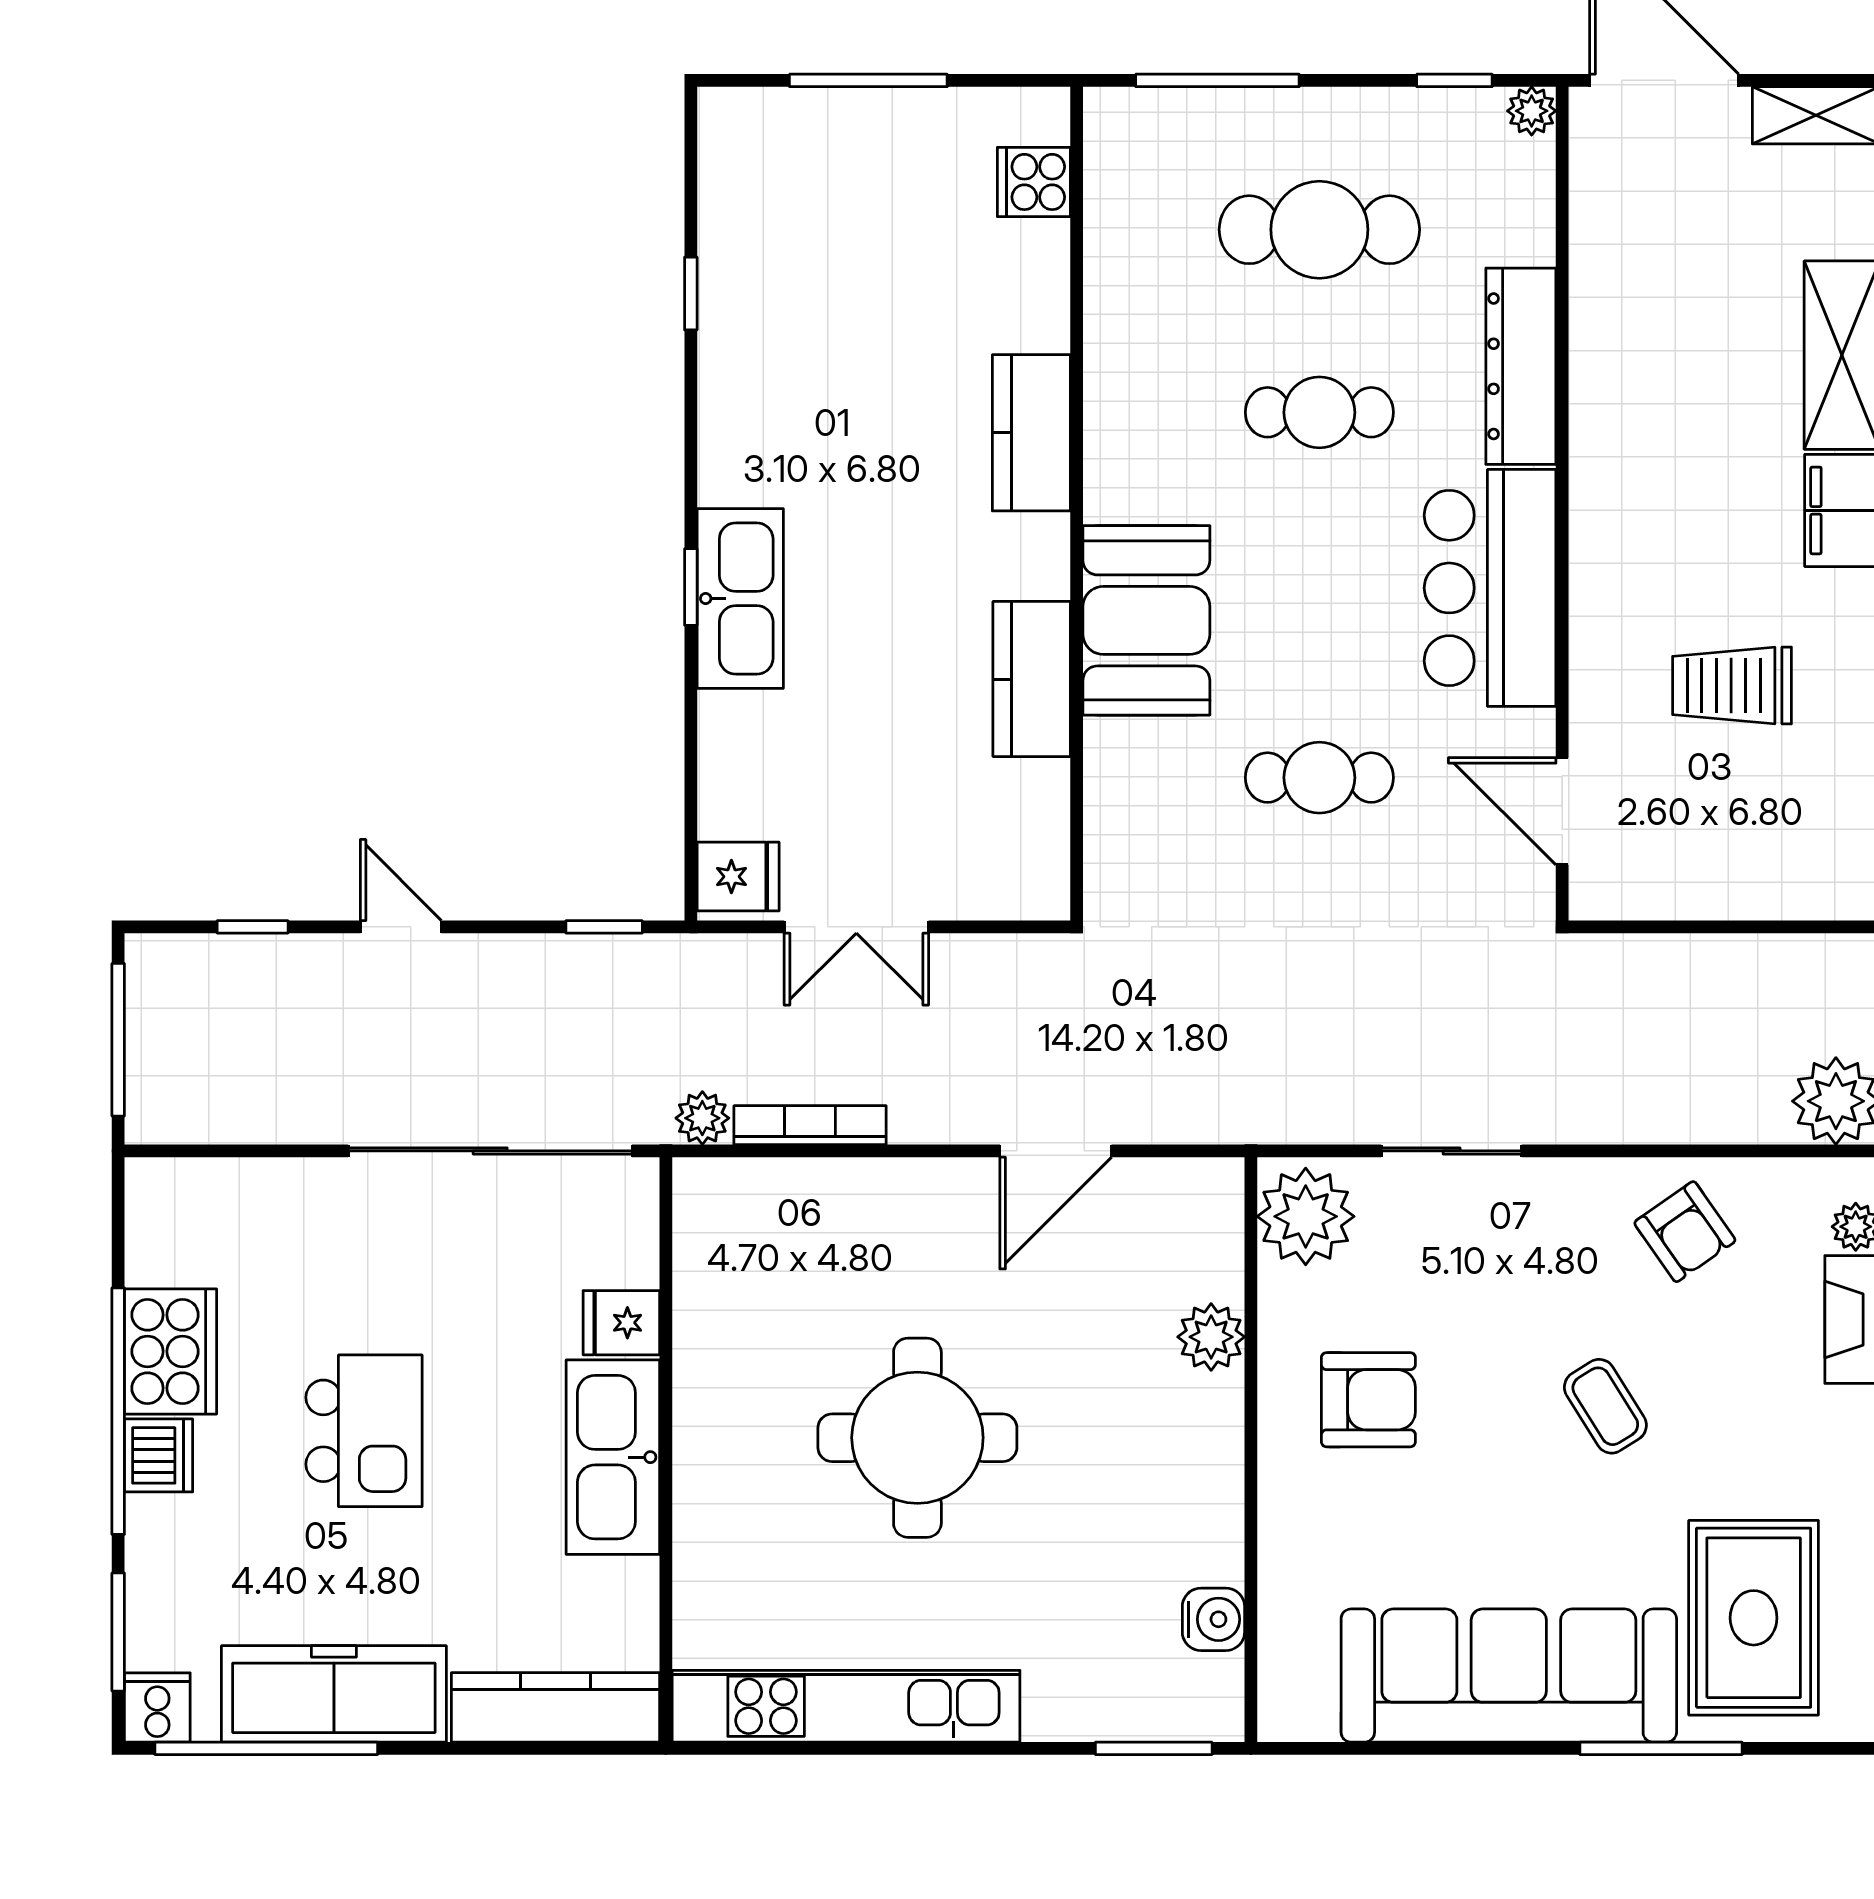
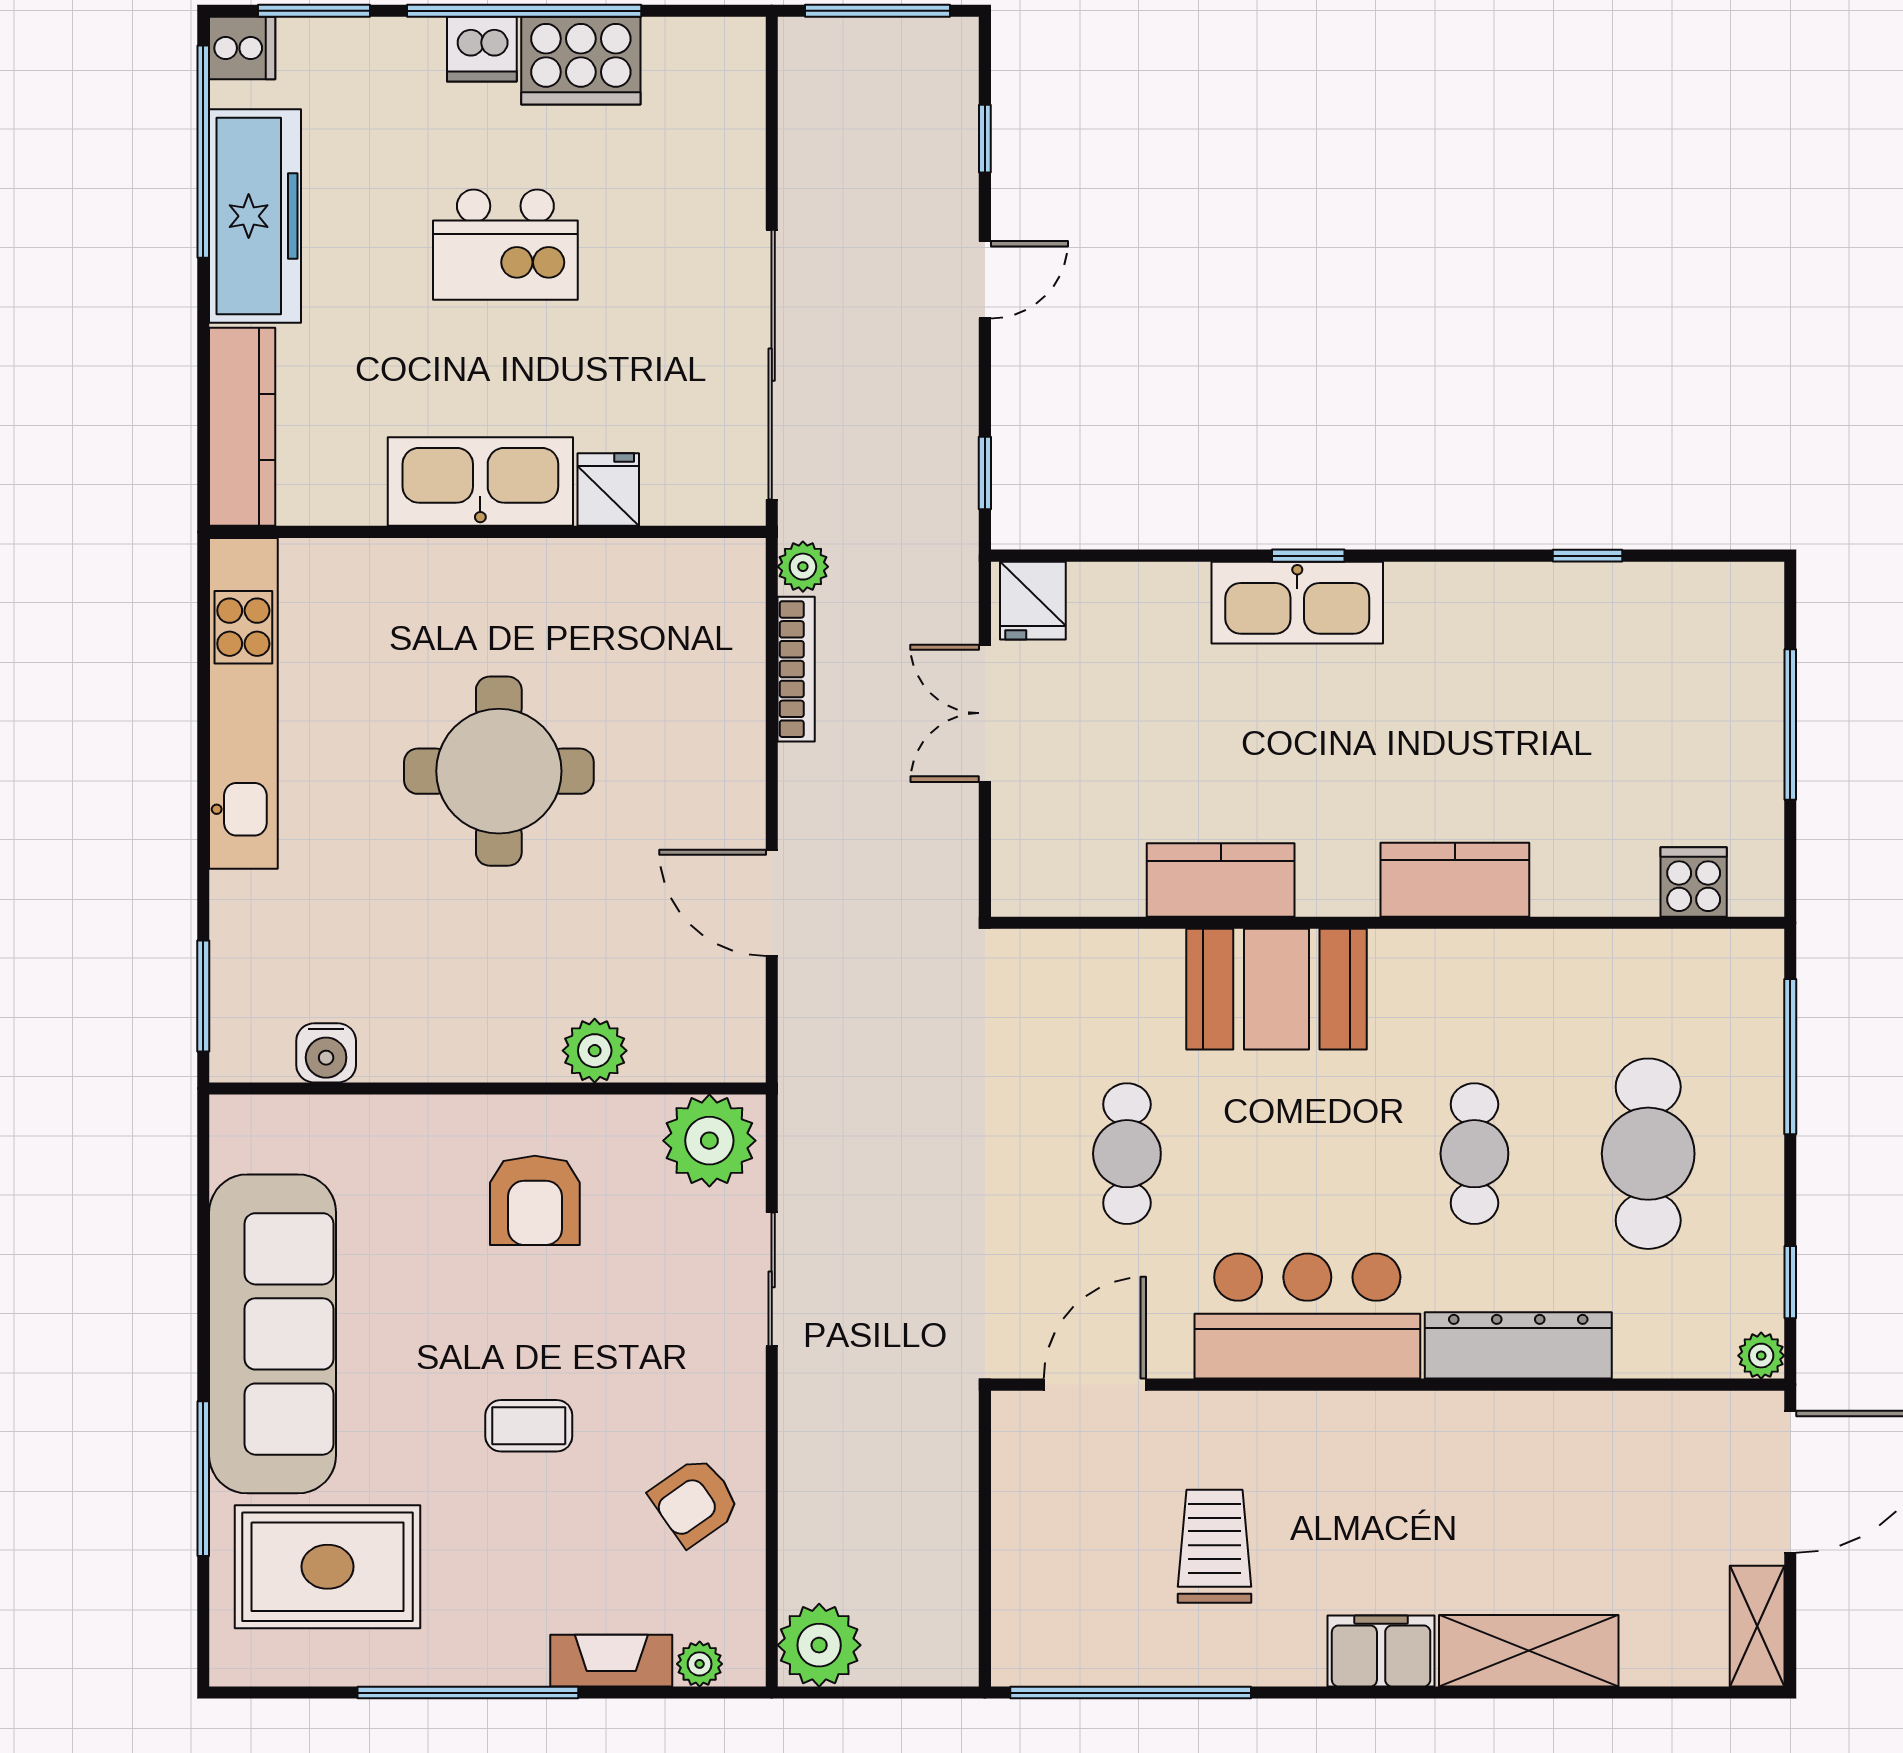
coffee table: (1605, 1406) -> (529, 1426), turned 32

